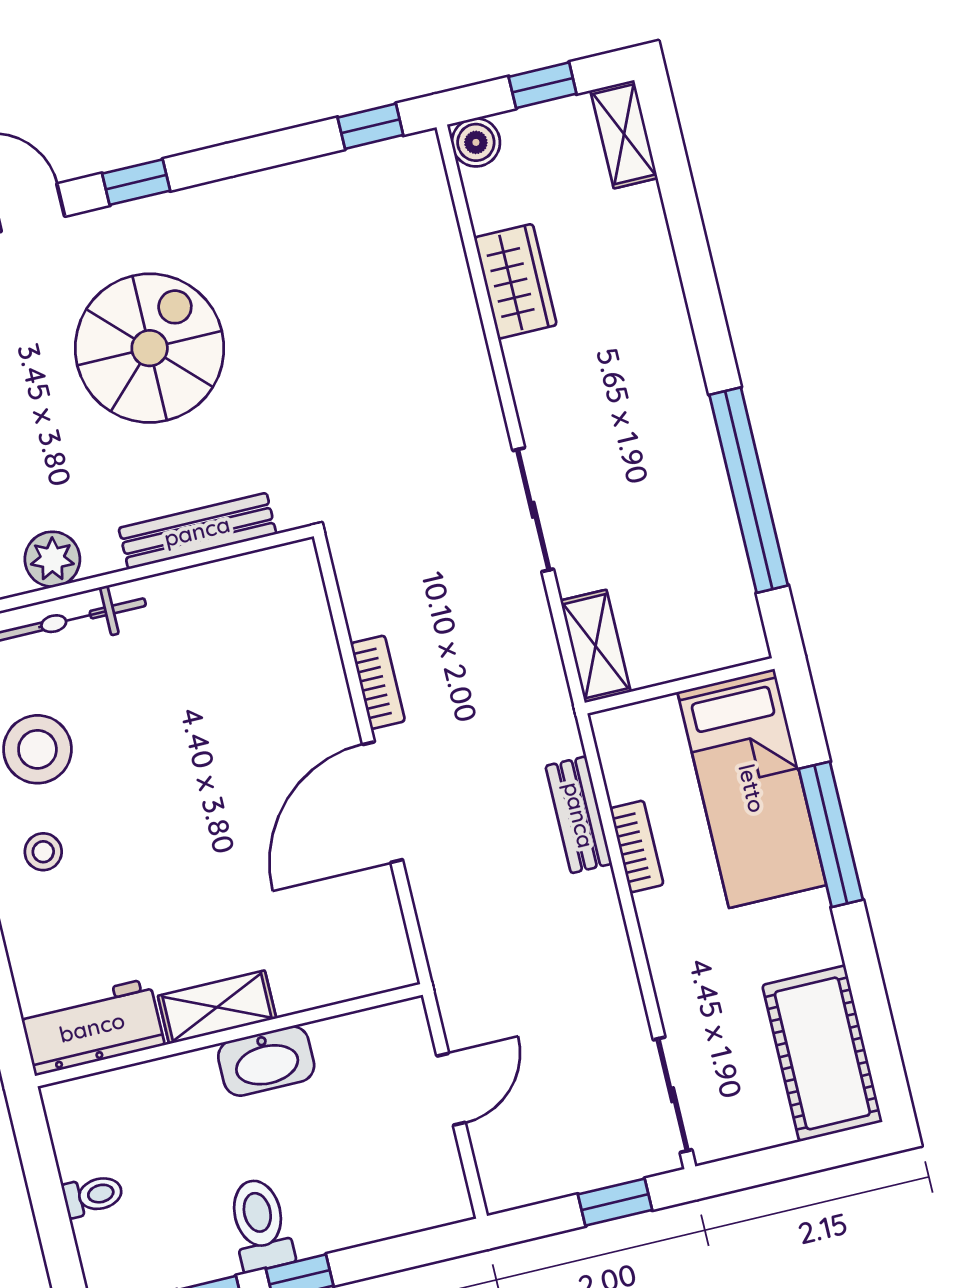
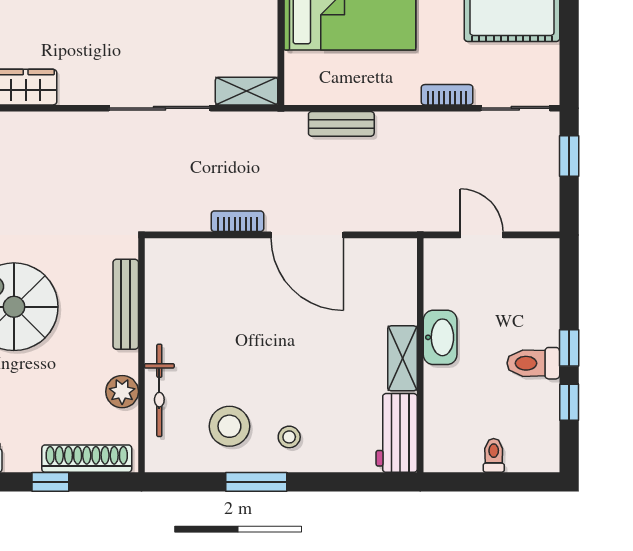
sliding door: (533, 510) -> (160, 108), width x1.37
bookcase: (637, 846) -> (447, 95), moved

